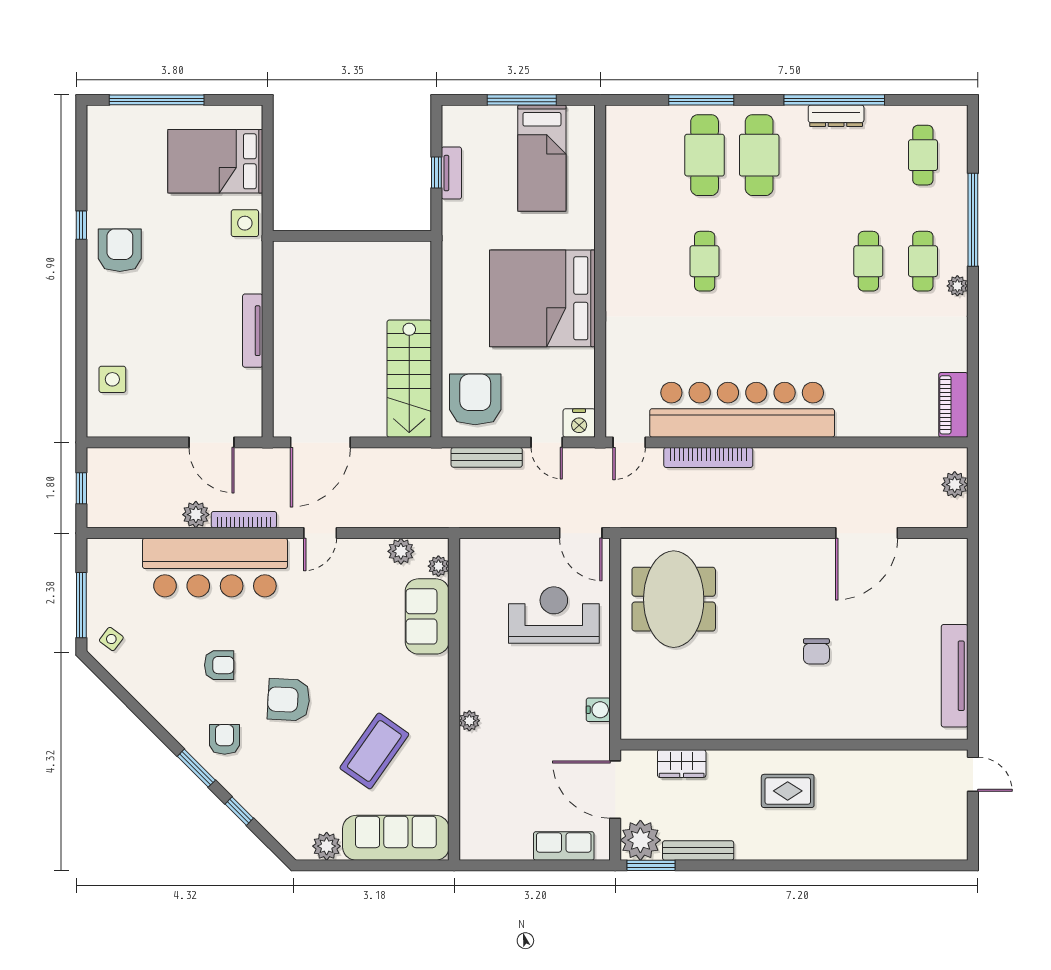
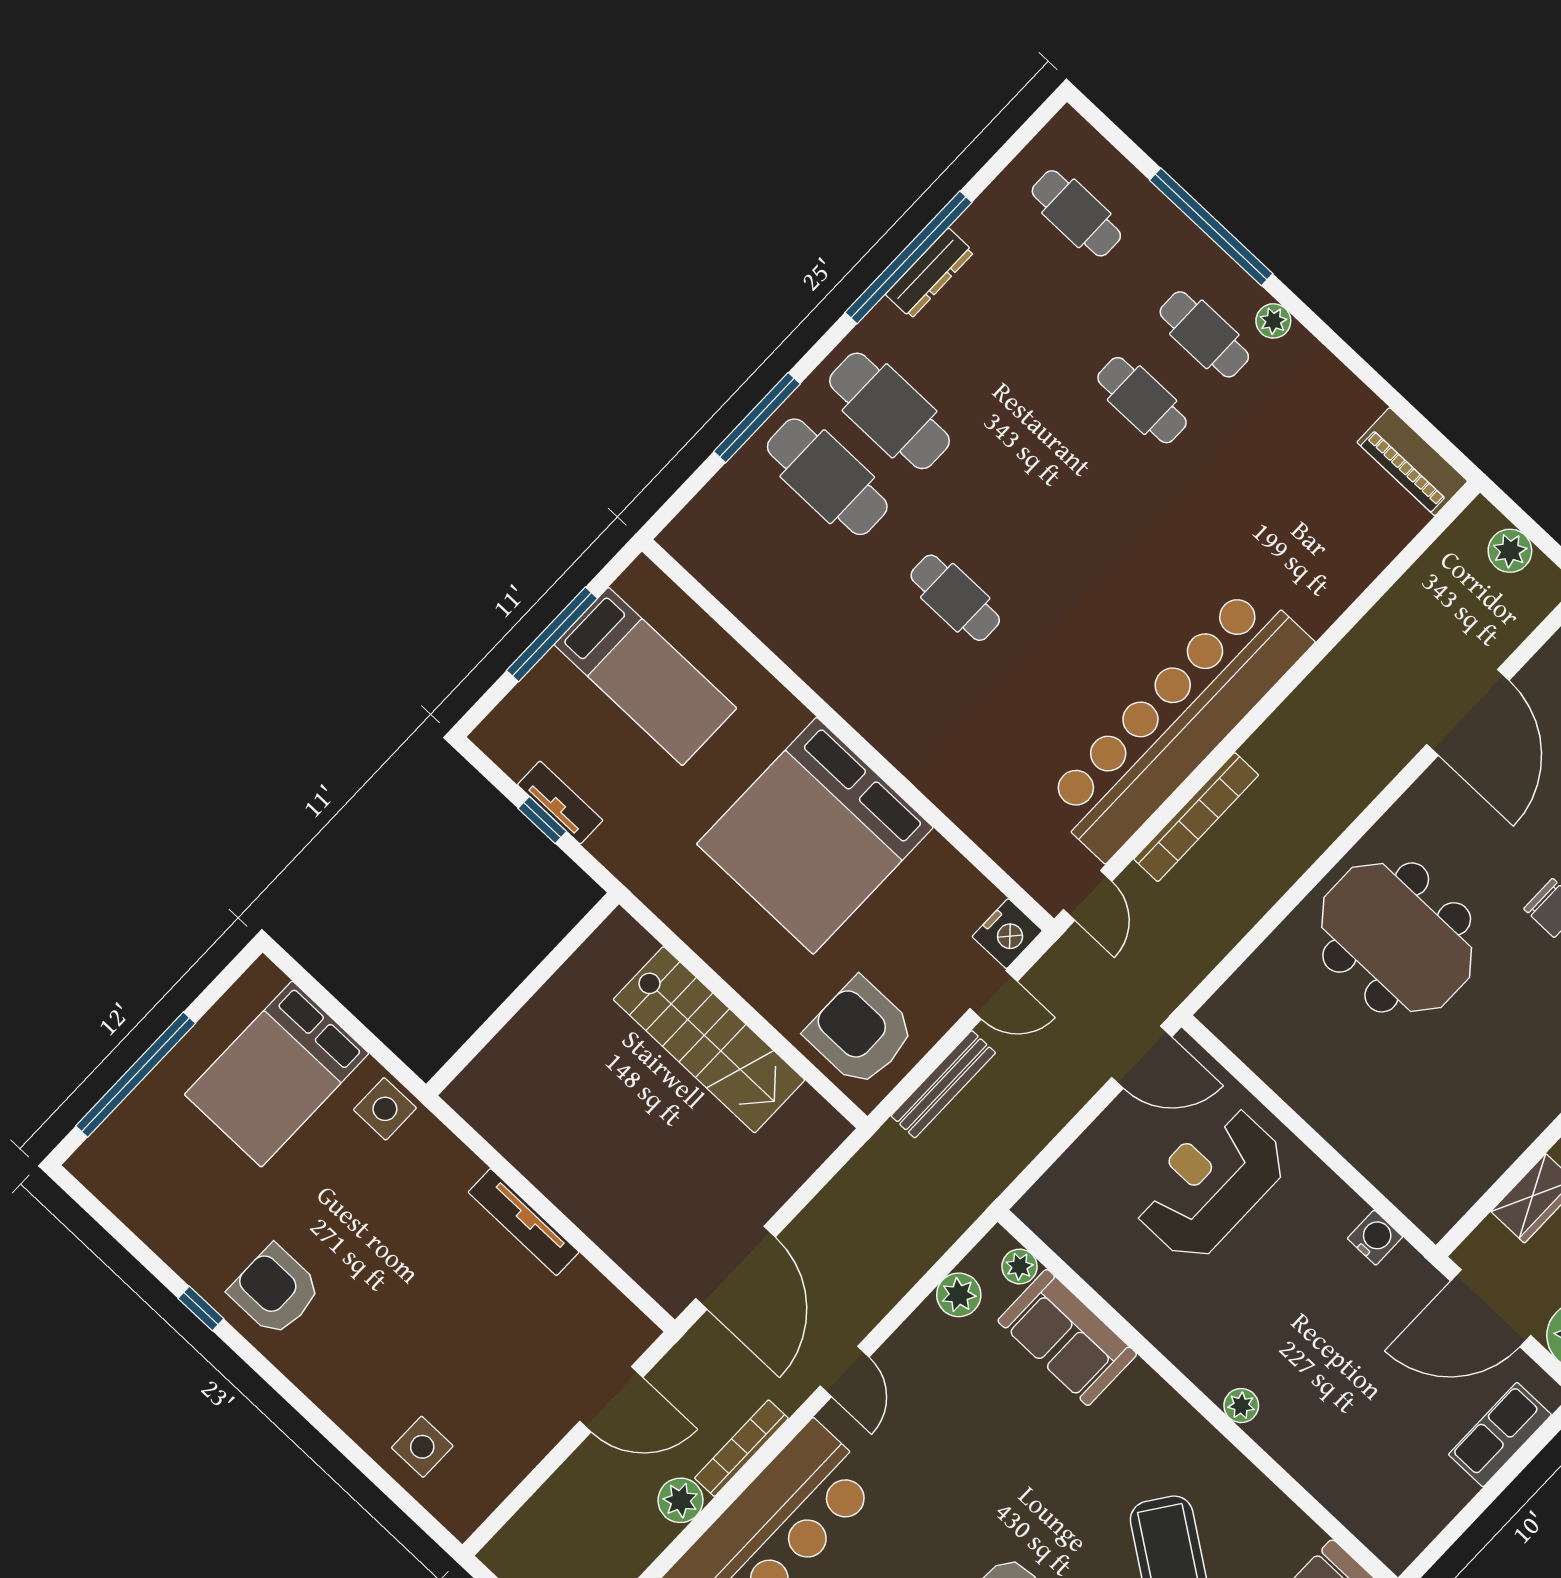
stairs: (409, 379) -> (709, 1040), moved
meeting table: (674, 599) -> (1397, 937), moved

